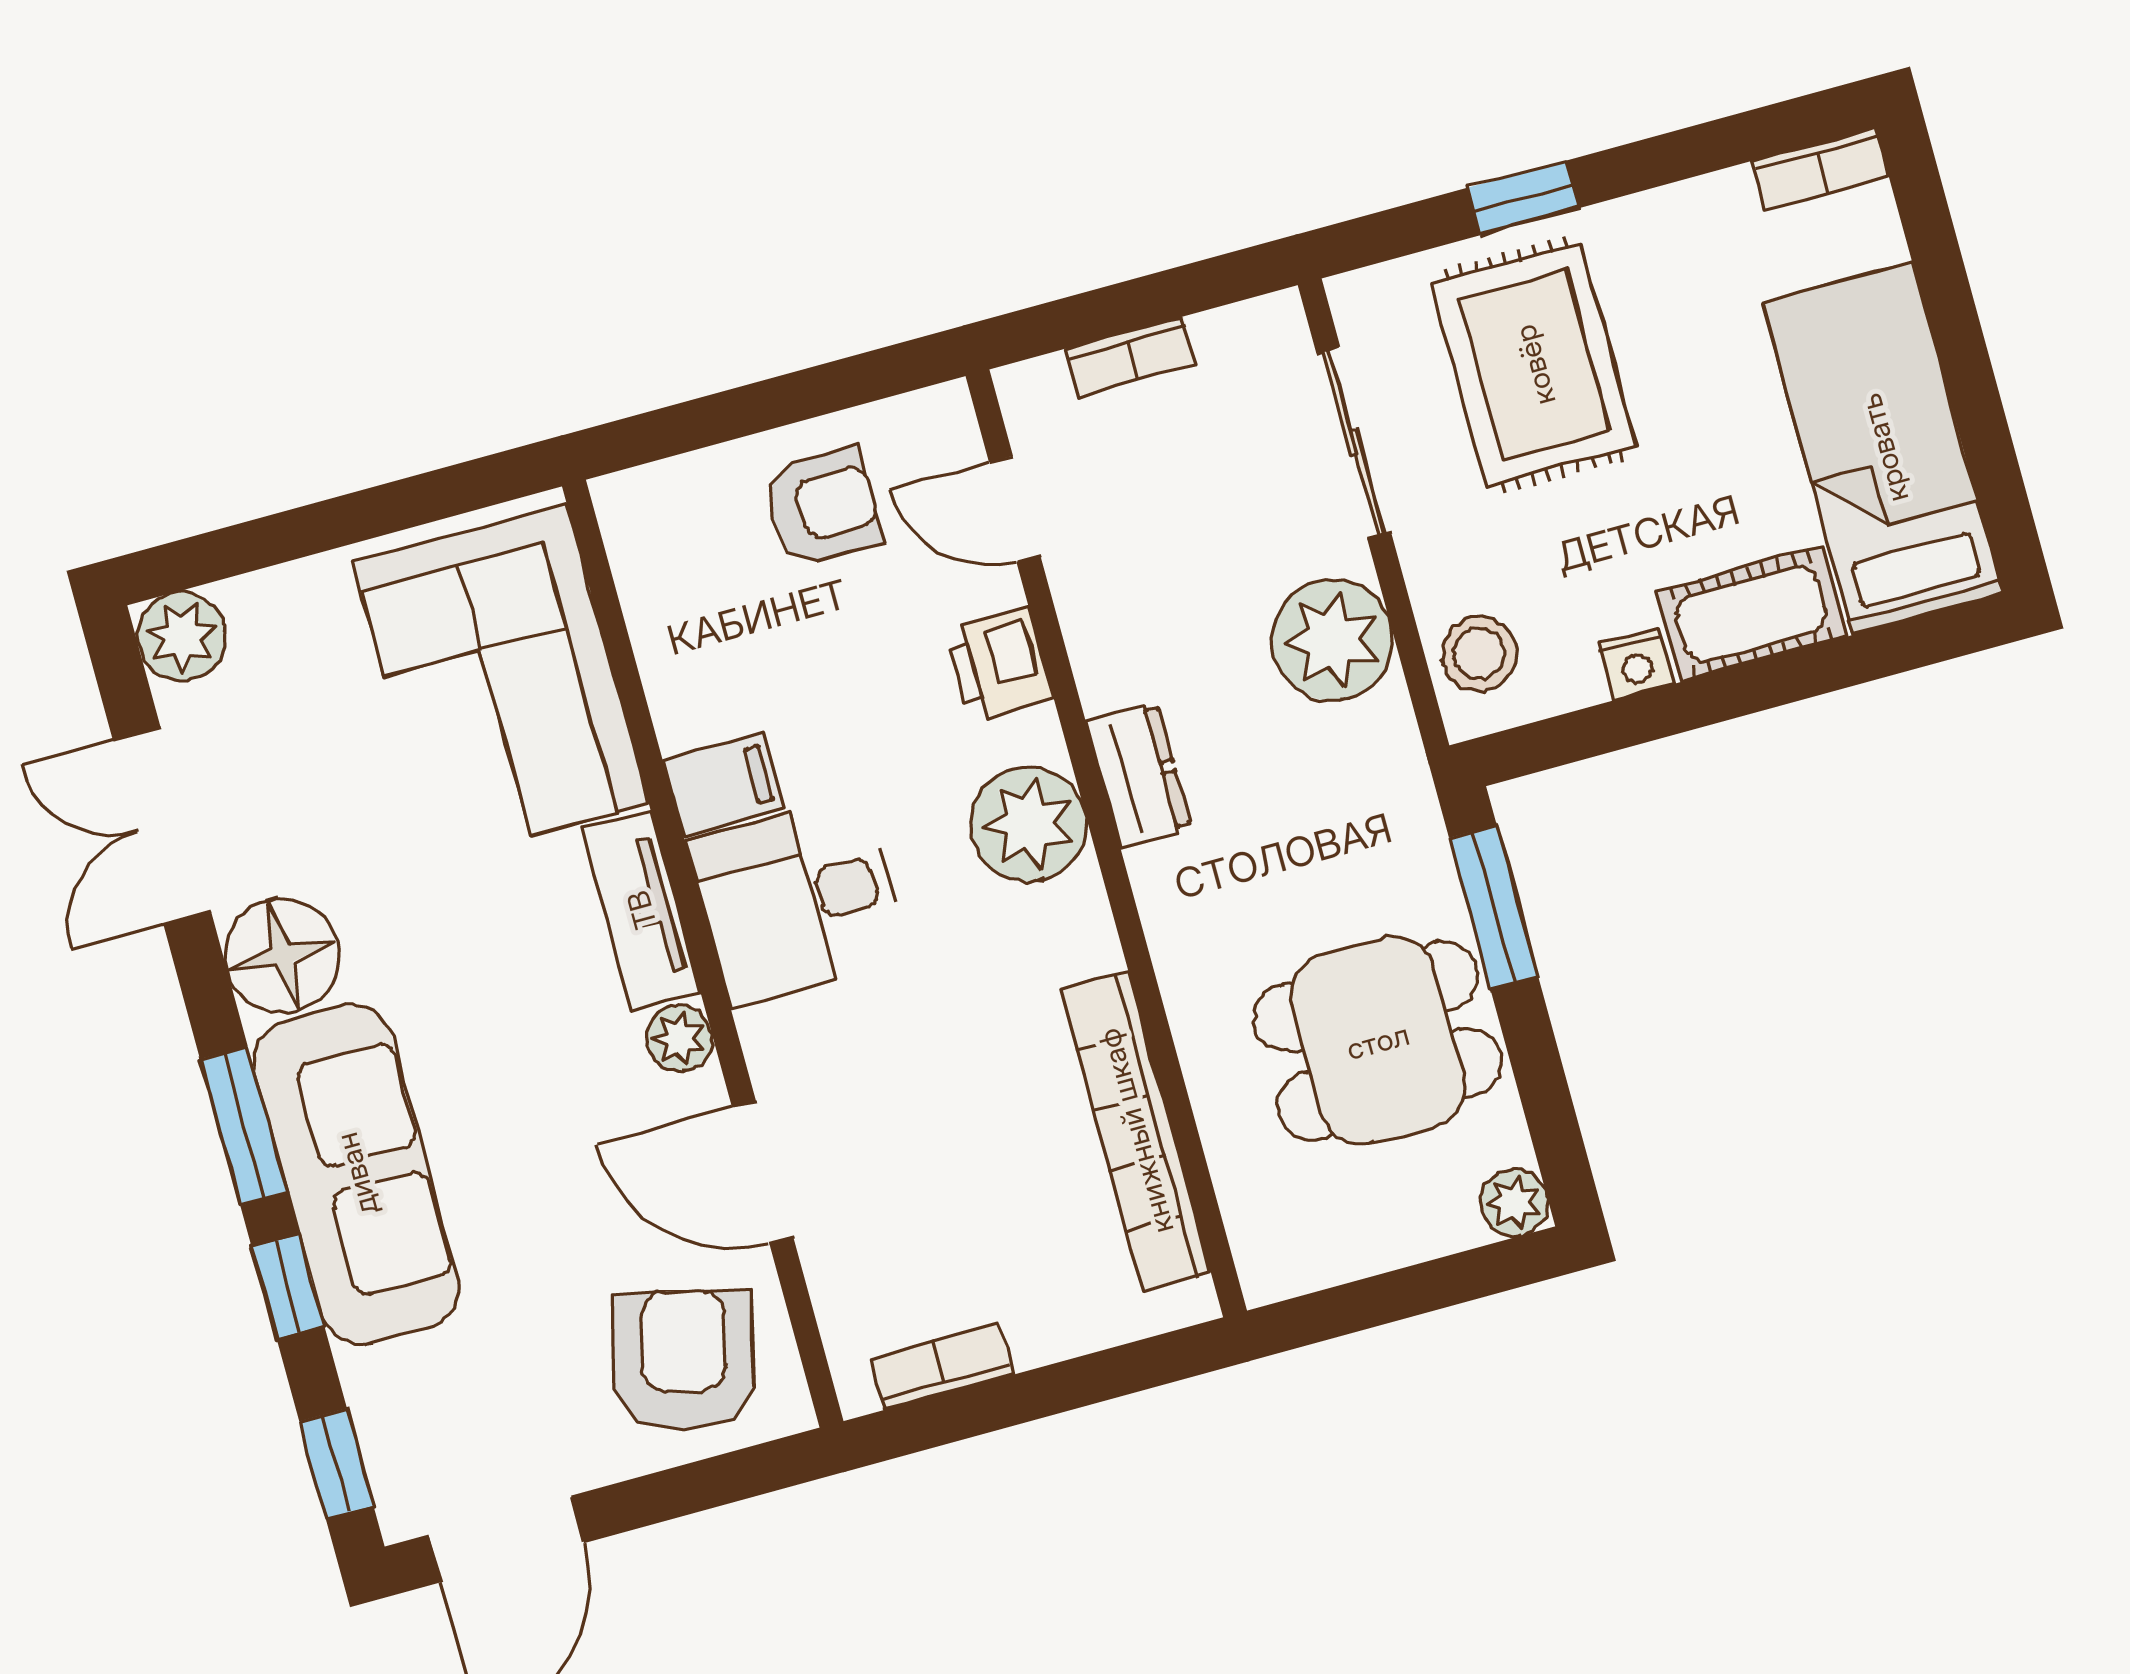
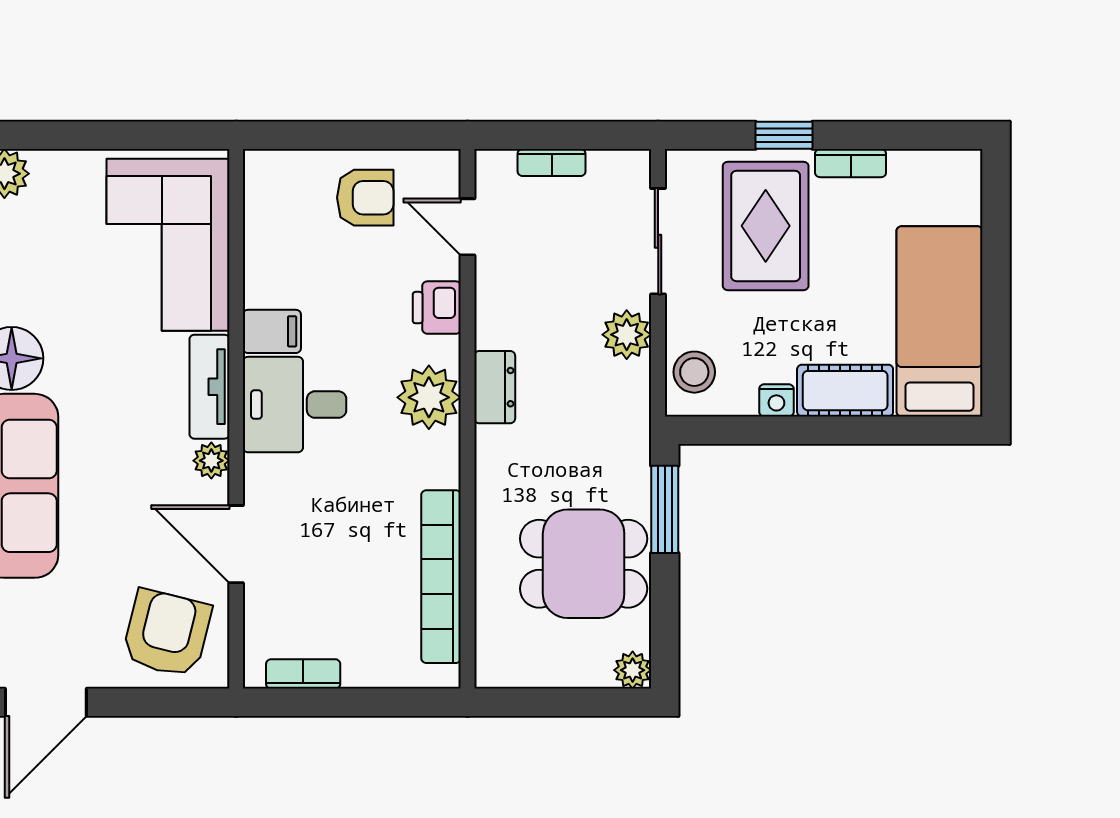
bookcase: (1820, 169) -> (851, 163), moved
plant: (1332, 640) -> (627, 335), width x0.73, depth x0.73

